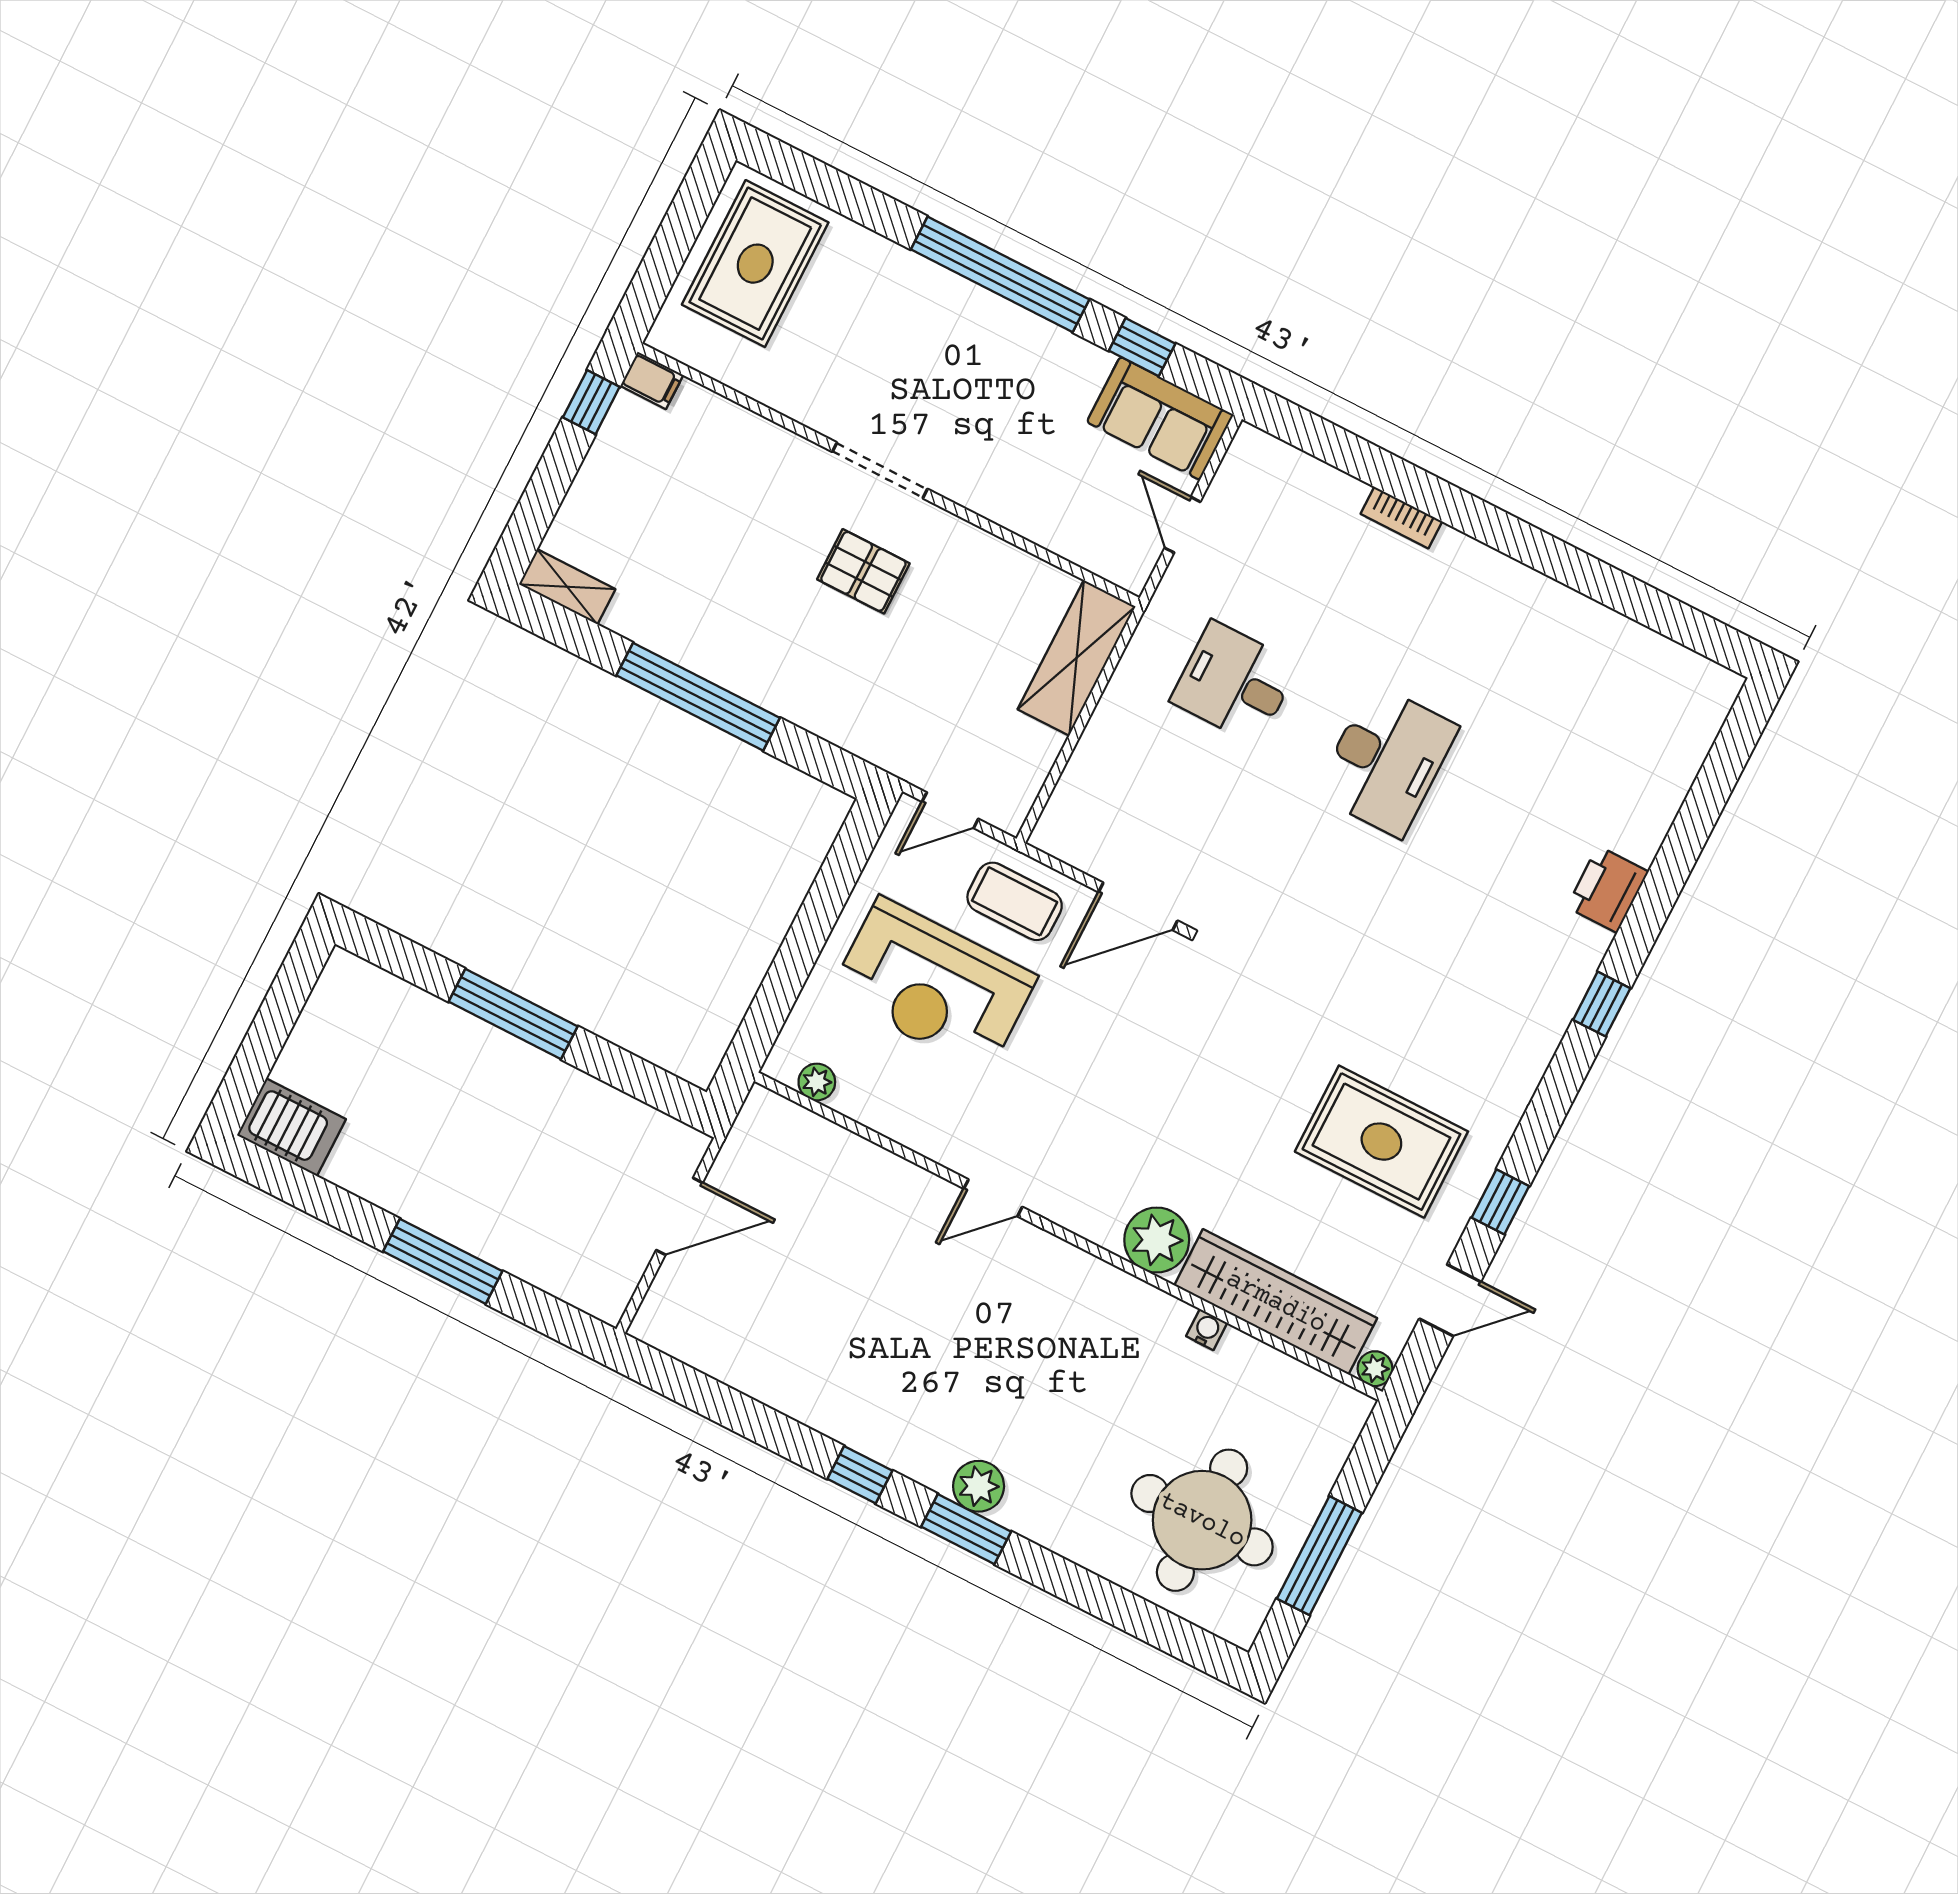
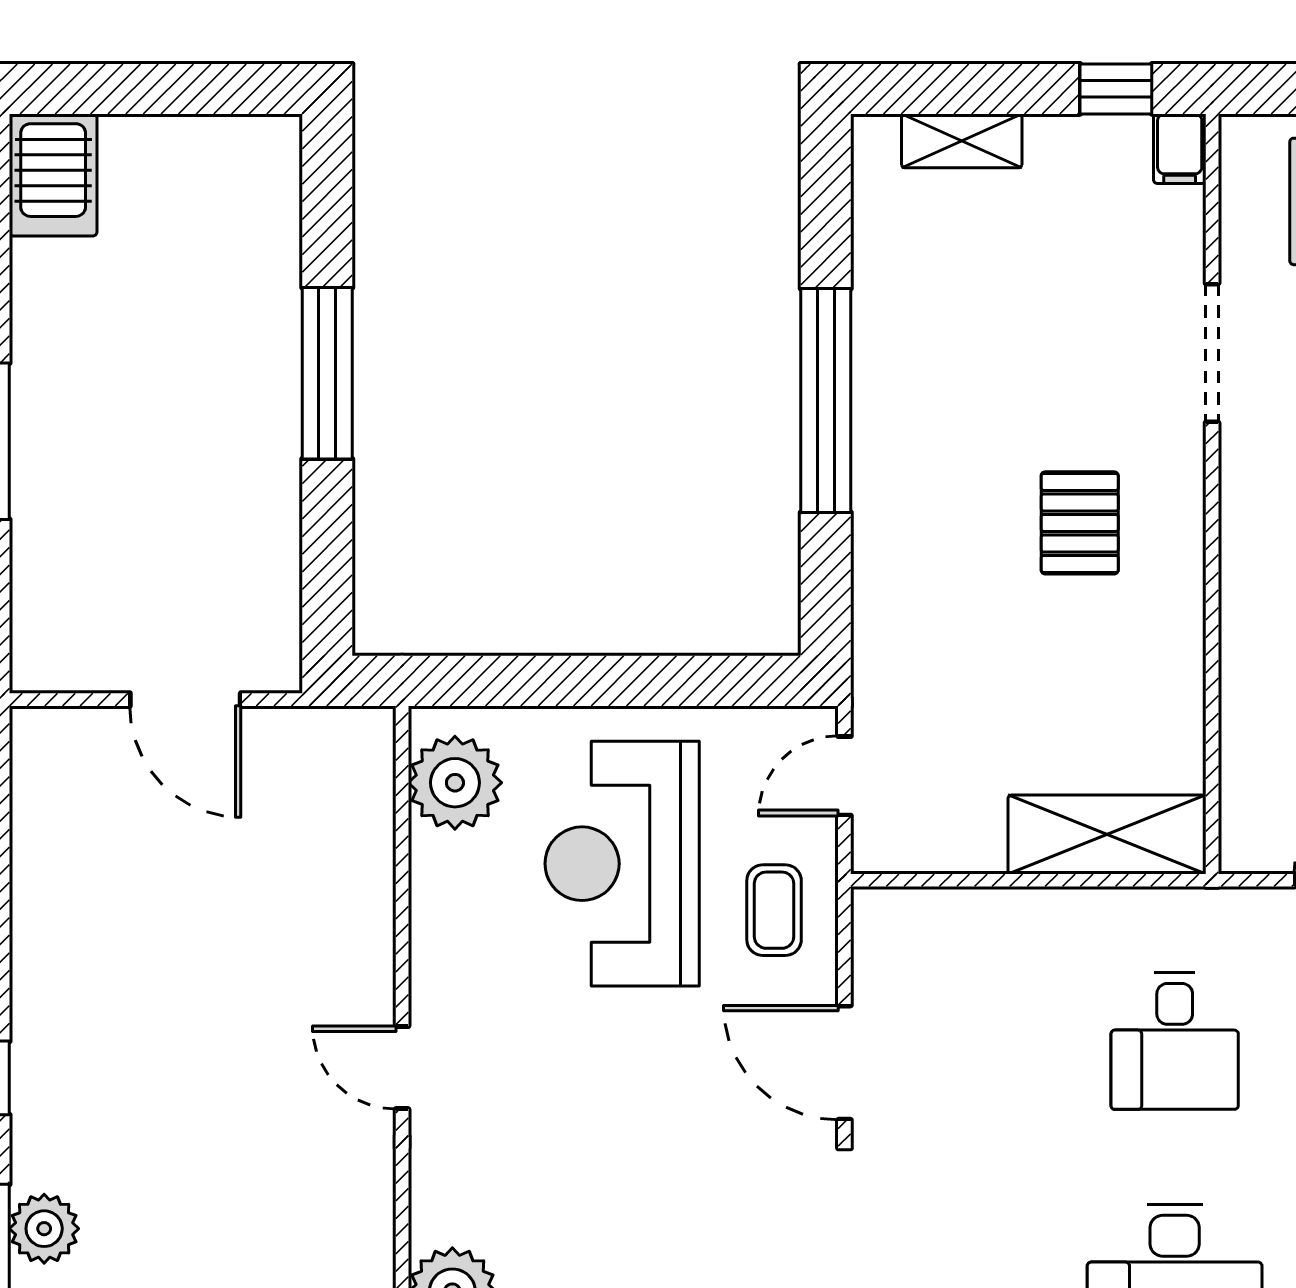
doorway: (880, 470) -> (1212, 353), moved
shelving: (567, 587) -> (962, 141), moved, turned 90
desk: (1235, 683) -> (1175, 1041), turned 180
door: (950, 810) -> (844, 776), hinge flipped
coffee table: (1015, 901) -> (774, 910), width x0.73, depth x0.77
plant: (817, 1082) -> (455, 783), width x1.87, depth x1.87

